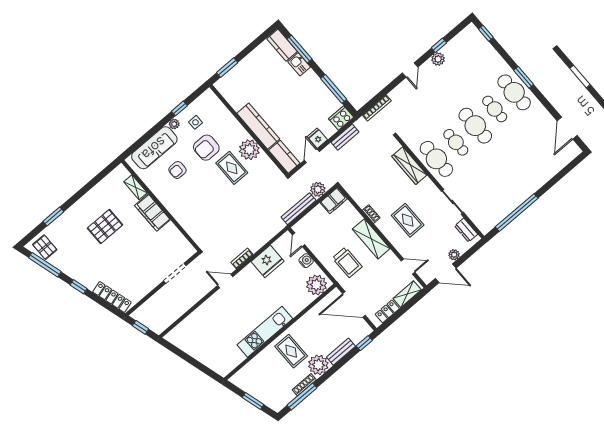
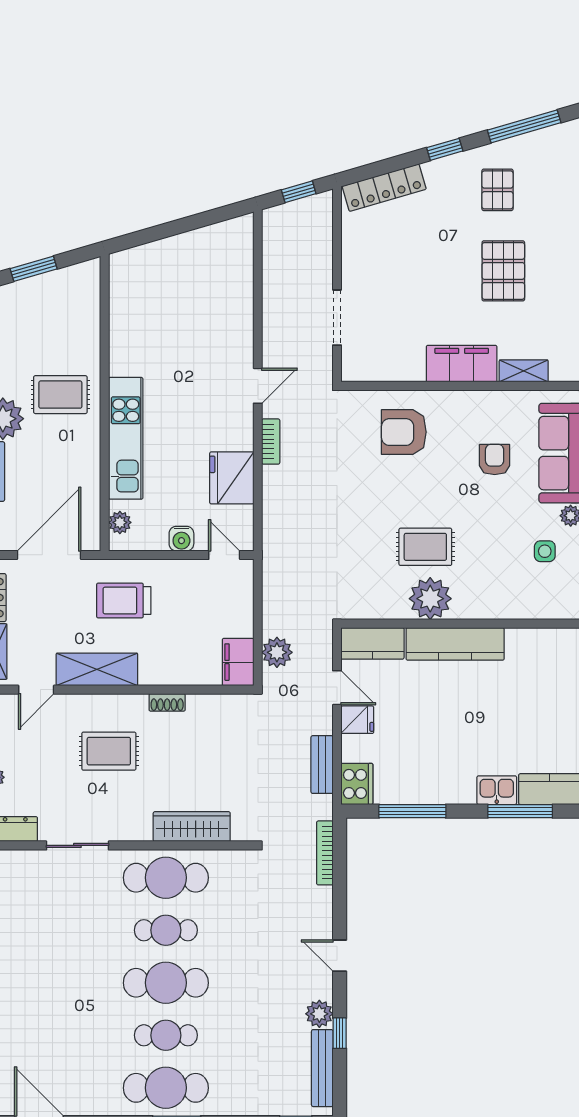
armchair: (206, 148) -> (404, 432), moved, turned -90
bench: (299, 209) -> (322, 1068), moved
shelving: (371, 239) -> (97, 669), moved
pallet: (45, 247) -> (497, 190), moved, turned 90
plant: (316, 285) -> (120, 522), width x0.53, depth x0.53
kitchen unit: (265, 332) -> (126, 438), moved

